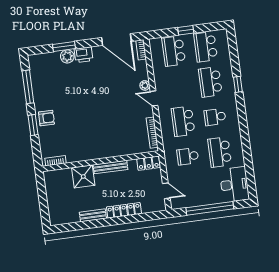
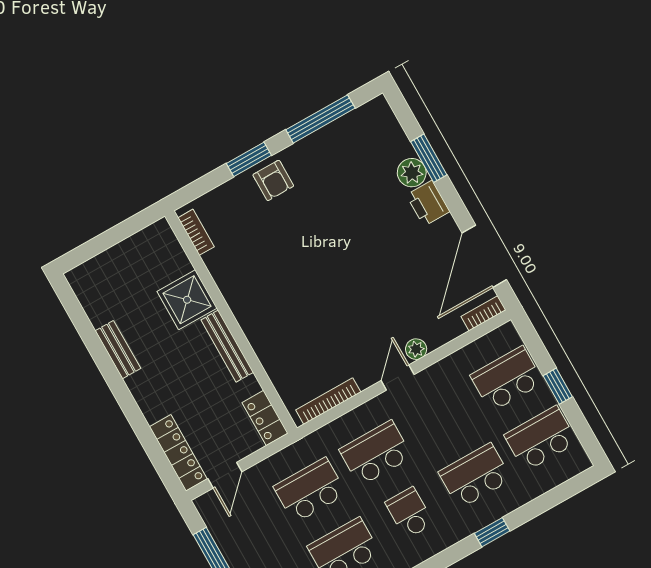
school desk: (188, 156) -> (310, 490), width x1.85
locker: (124, 210) -> (178, 453), moved

